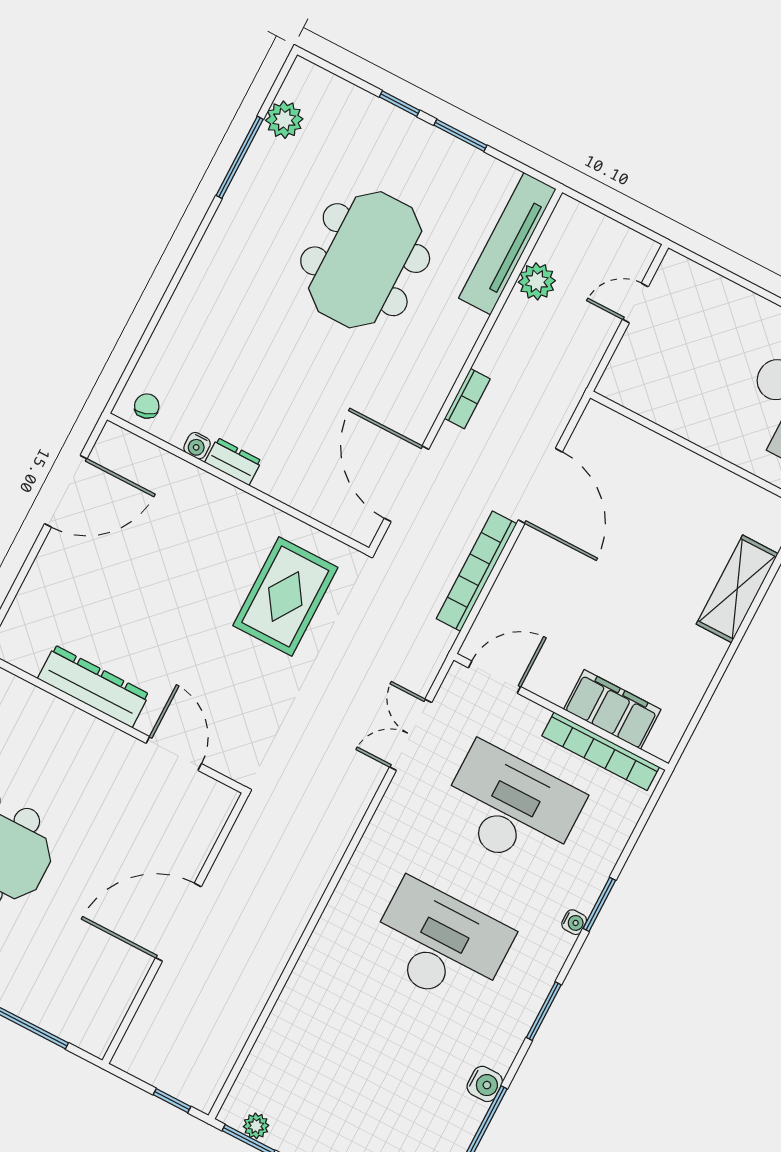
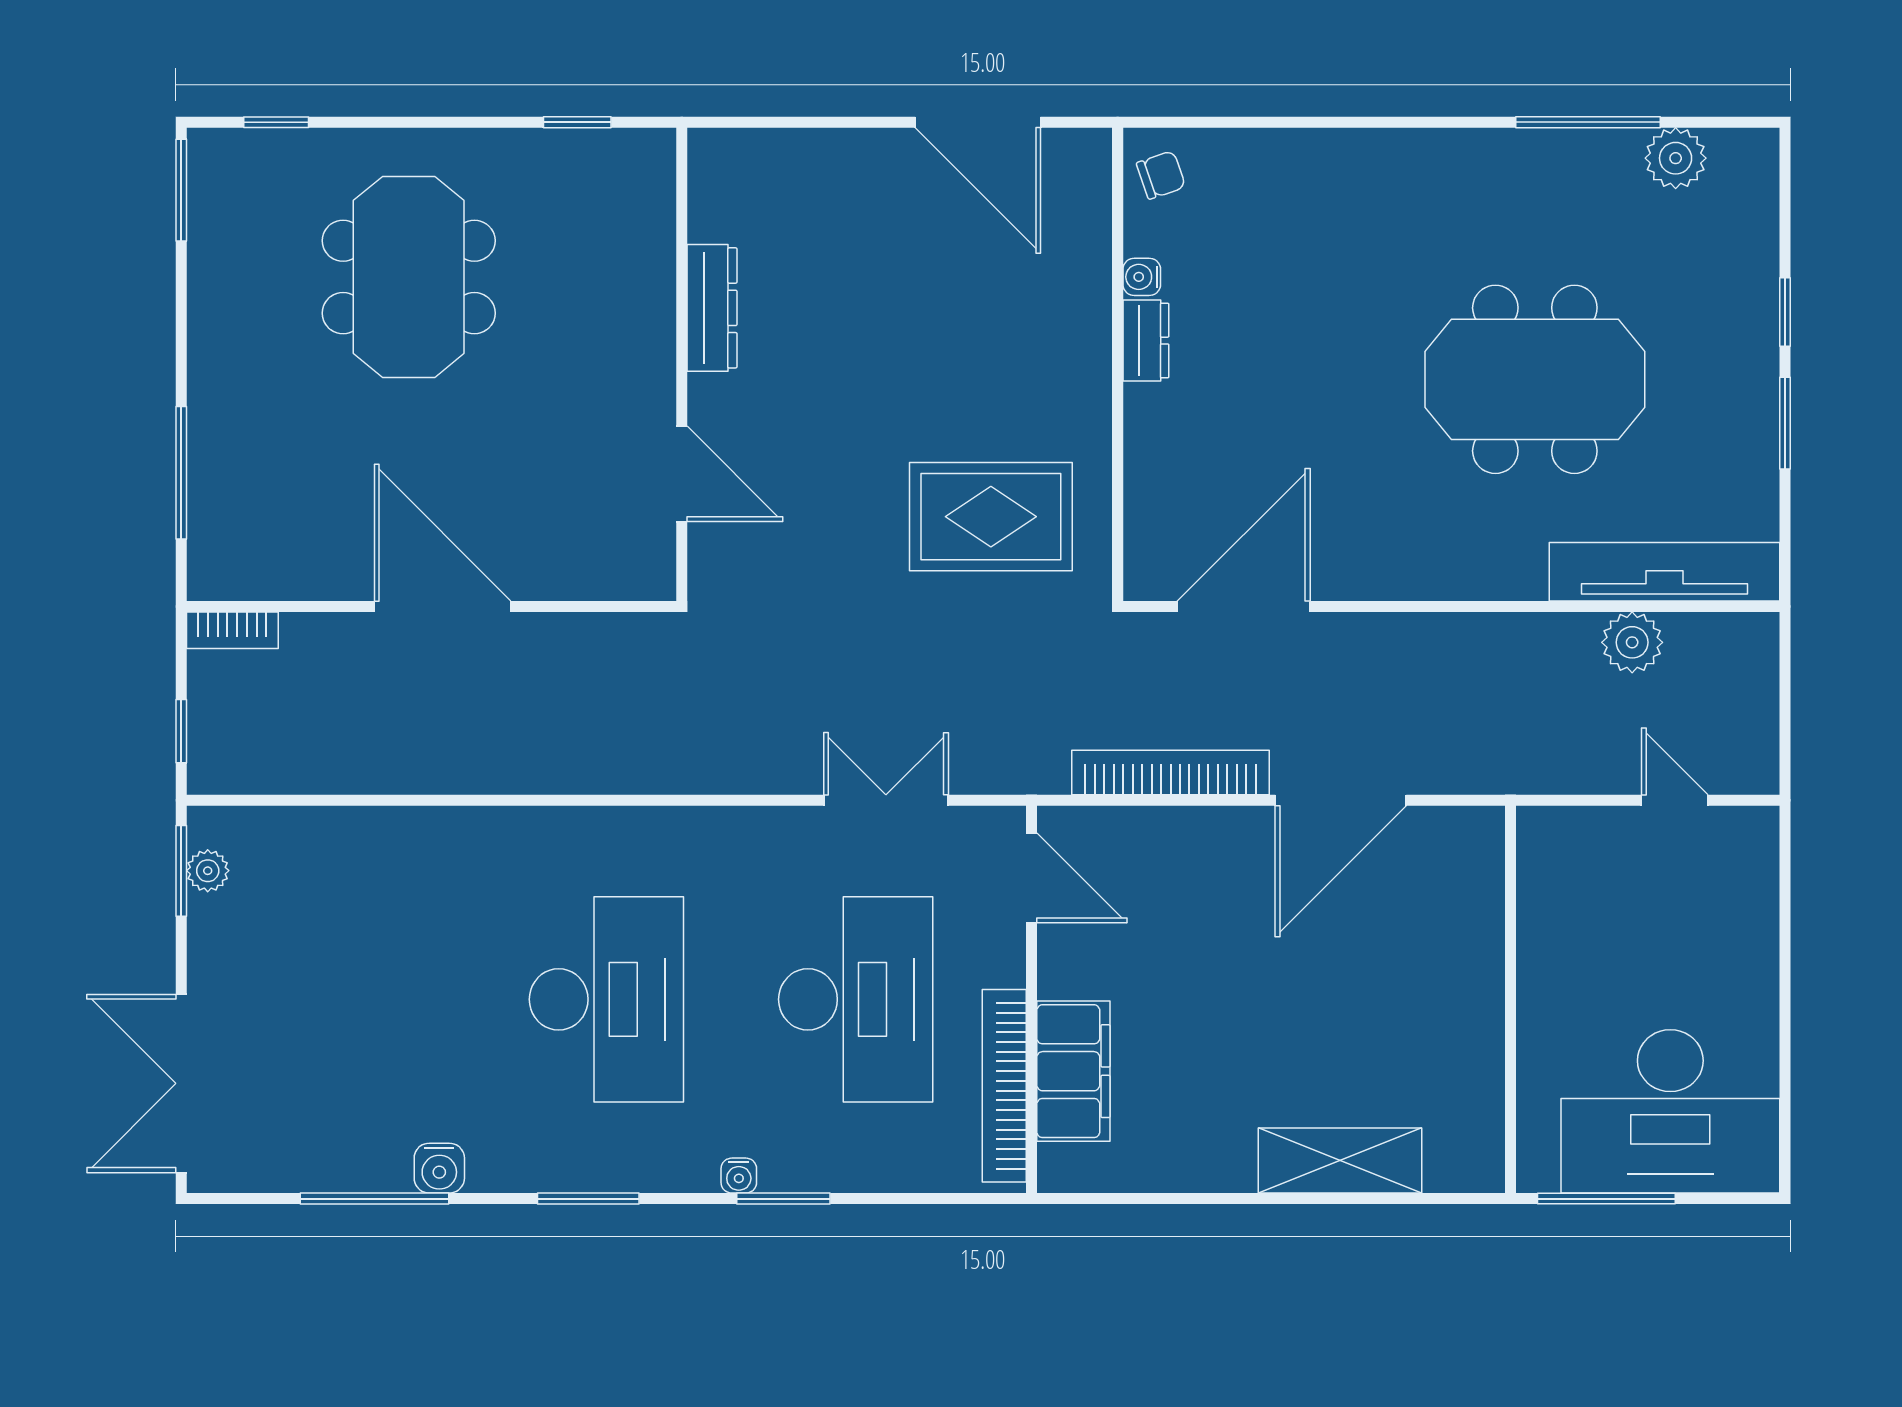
bookcase: (467, 399) -> (232, 630), moved
dresser: (93, 686) -> (712, 308), width x0.73, depth x0.80
door: (174, 753) -> (682, 474), hinge flipped

